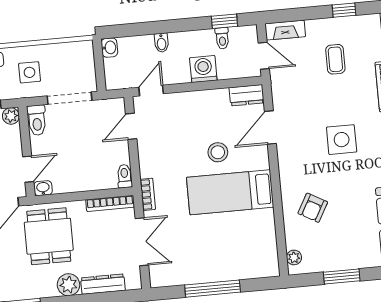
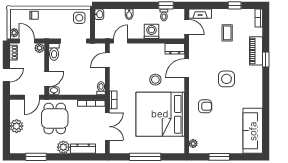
side table: (30, 72) -> (79, 18), moved
bed: (230, 192) -> (160, 114), width x2.04
armchair: (313, 208) -> (205, 106), moved, turned -119

